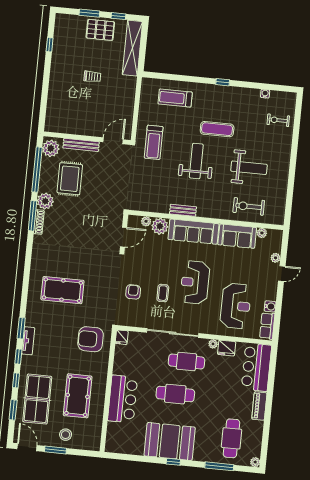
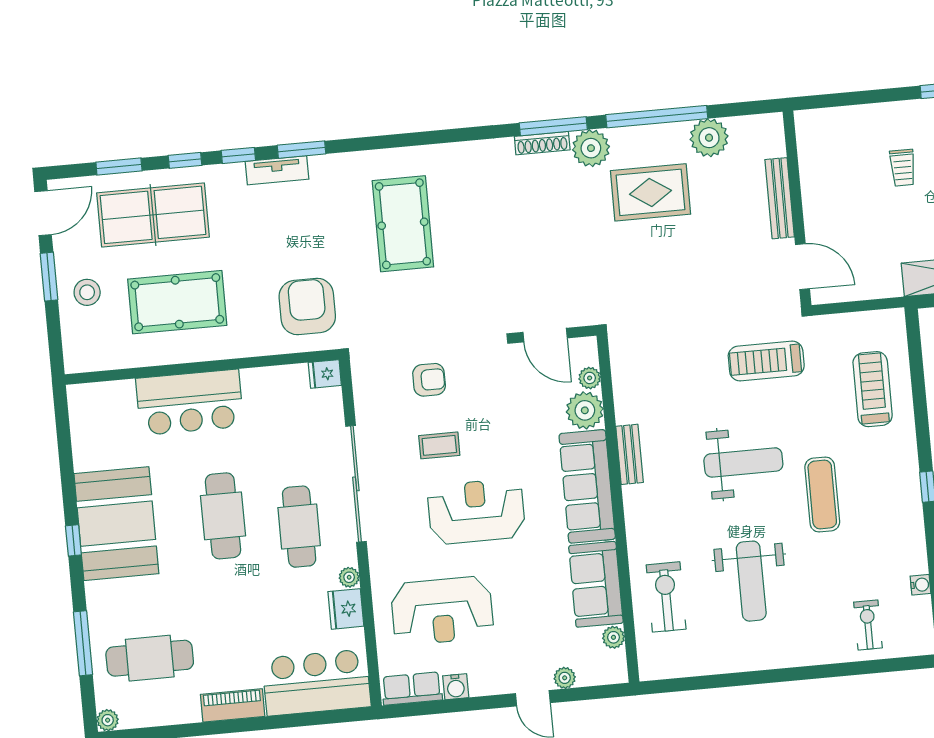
trolley: (92, 77) -> (903, 168), moved
wall: (87, 138) -> (797, 208), moved
door: (113, 141) -> (802, 267), moved
bench: (81, 145) -> (780, 198), moved

